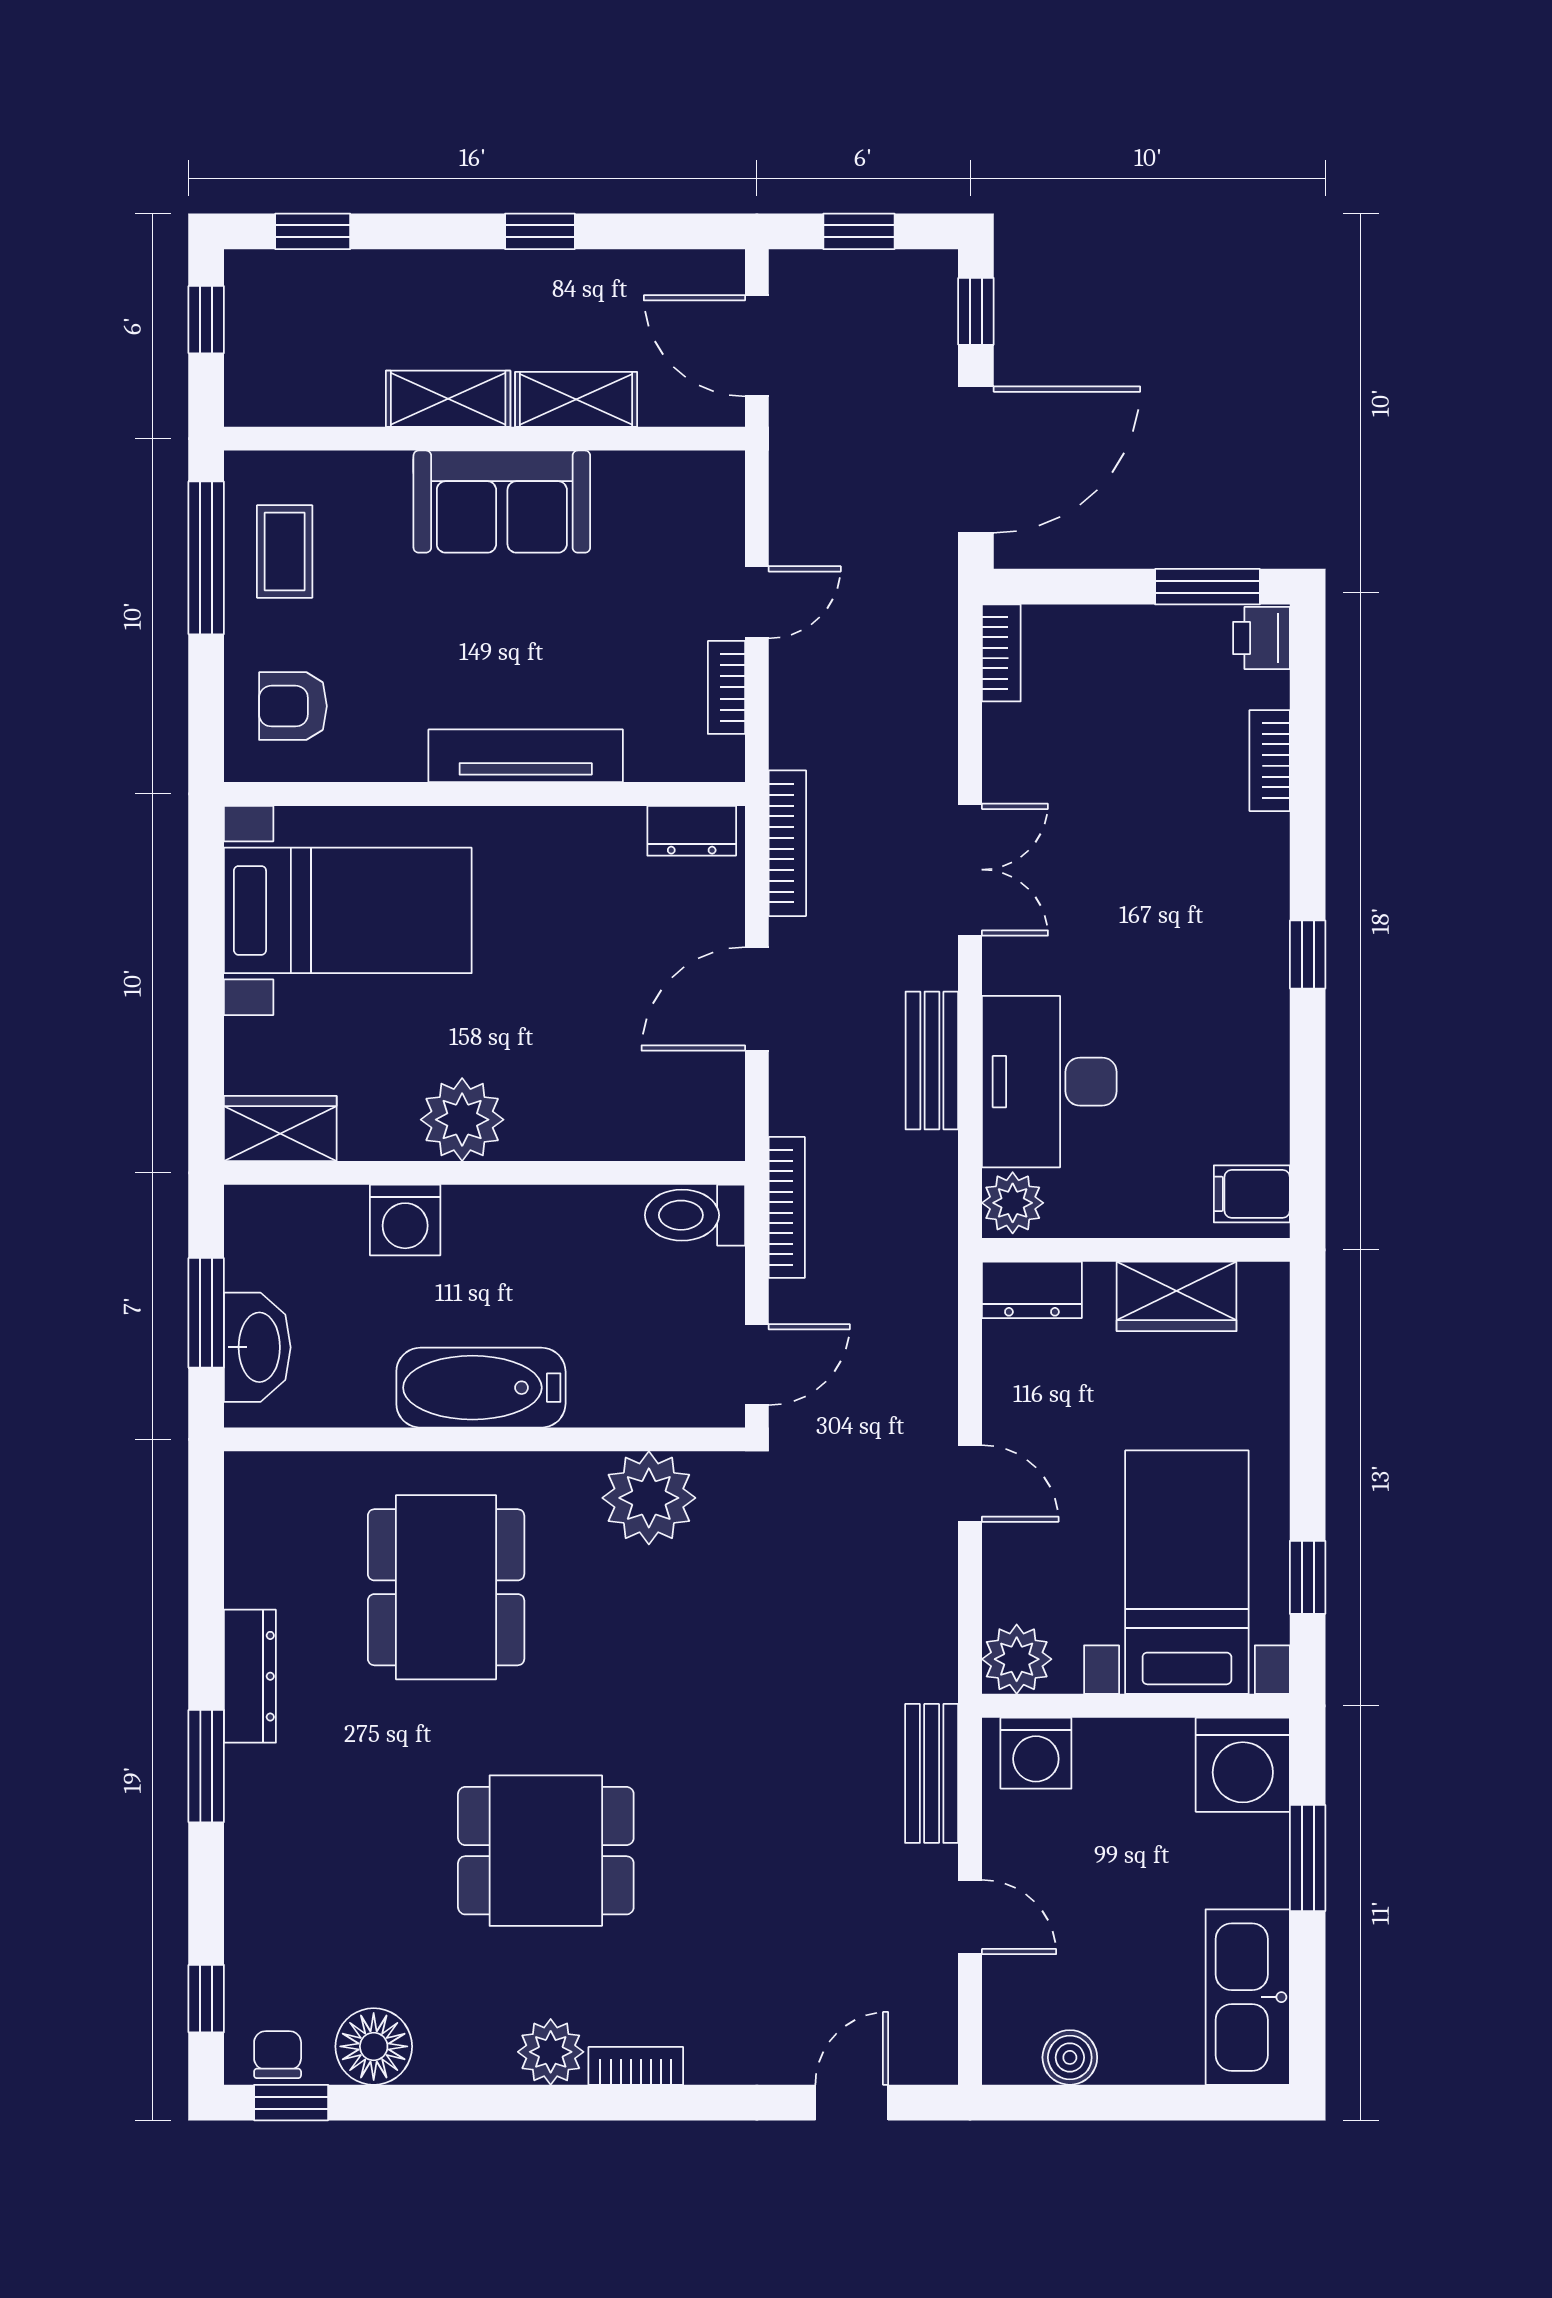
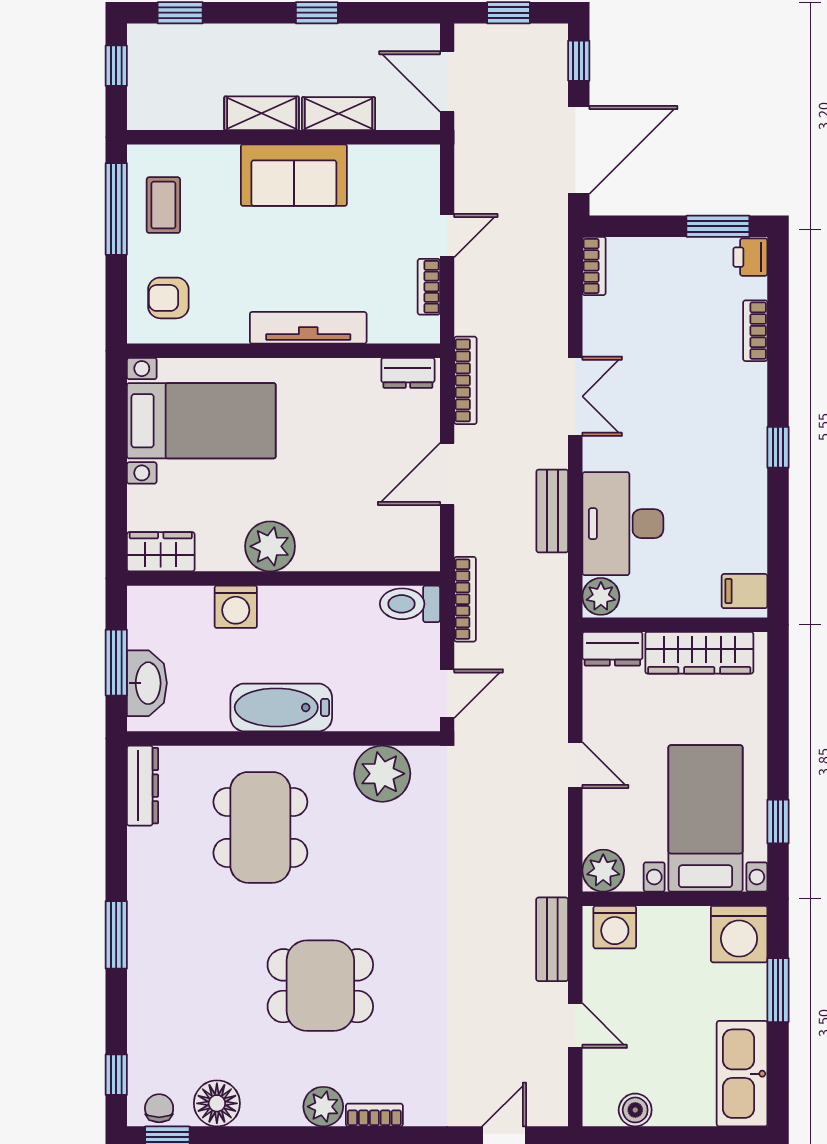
wardrobe: (1177, 1296) -> (699, 653), width x1.50
dresser: (250, 1676) -> (143, 786), moved

